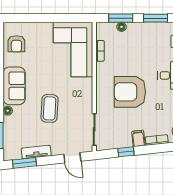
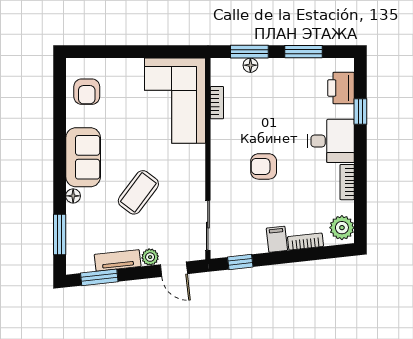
armchair: (130, 92) -> (264, 166), width x0.53, depth x0.53
coffee table: (50, 108) -> (138, 192), turned 34
plant: (57, 150) -> (150, 257), added
window: (126, 152) -> (240, 262), moved

